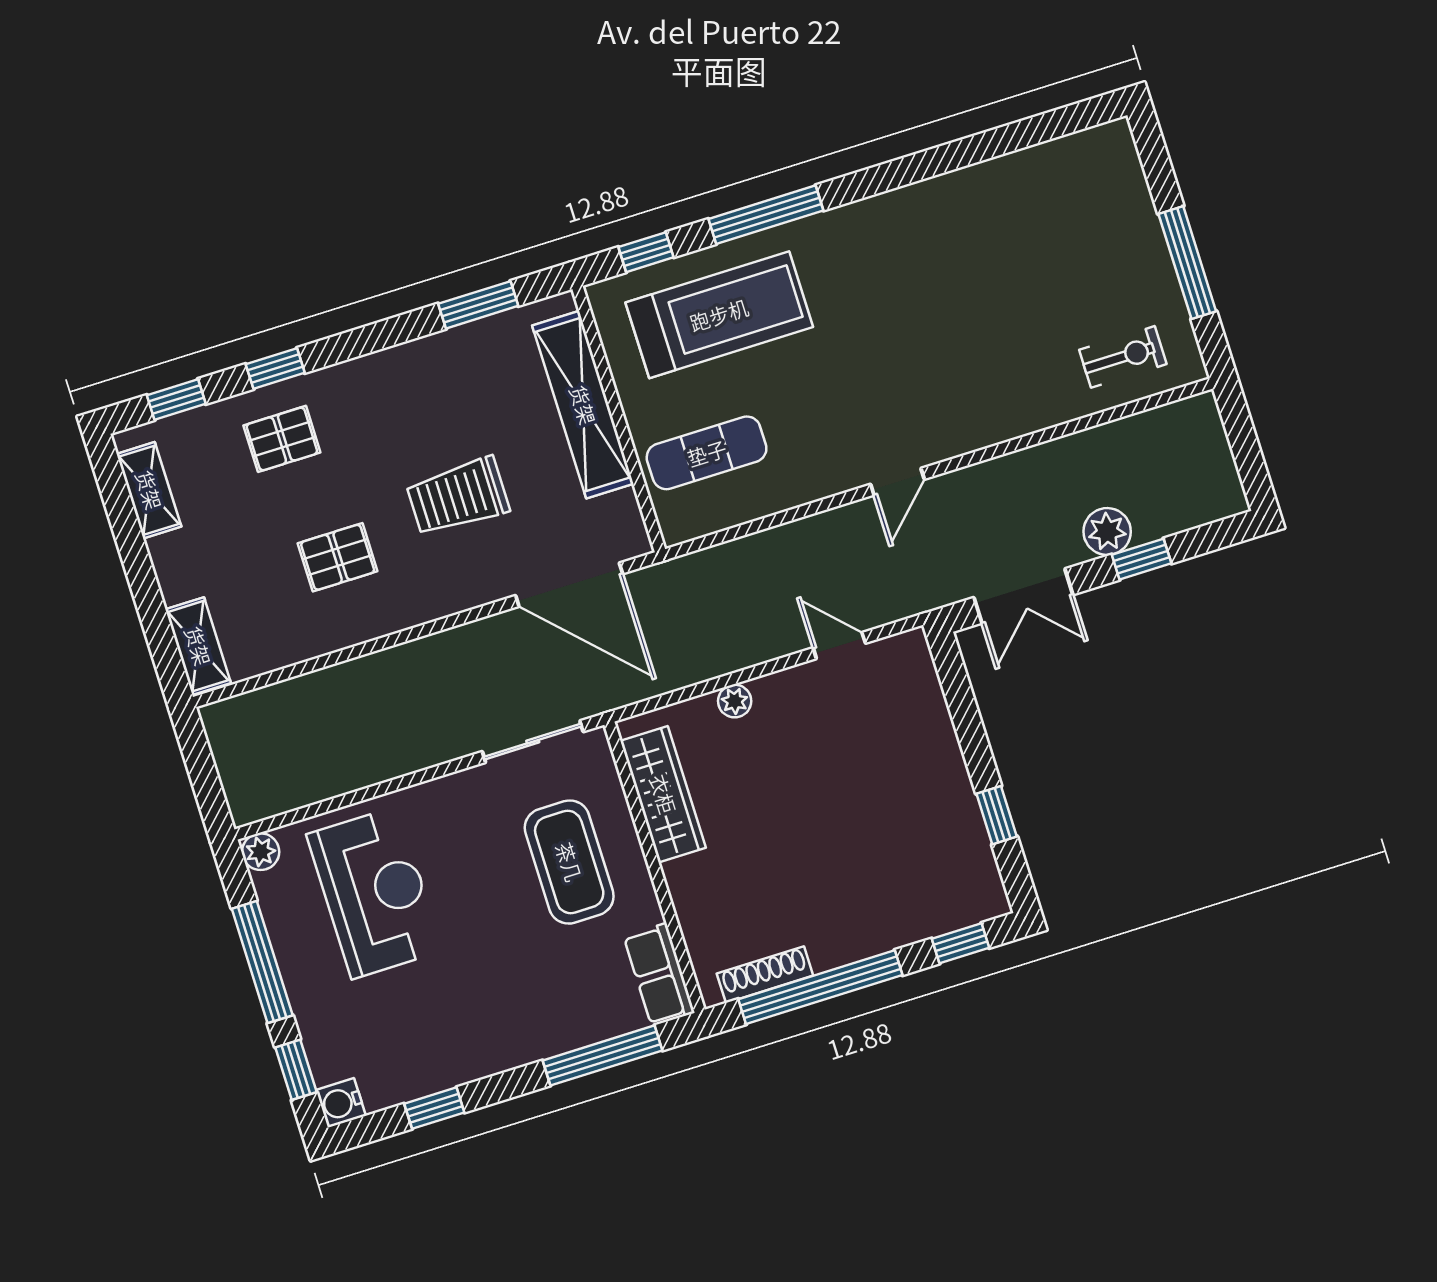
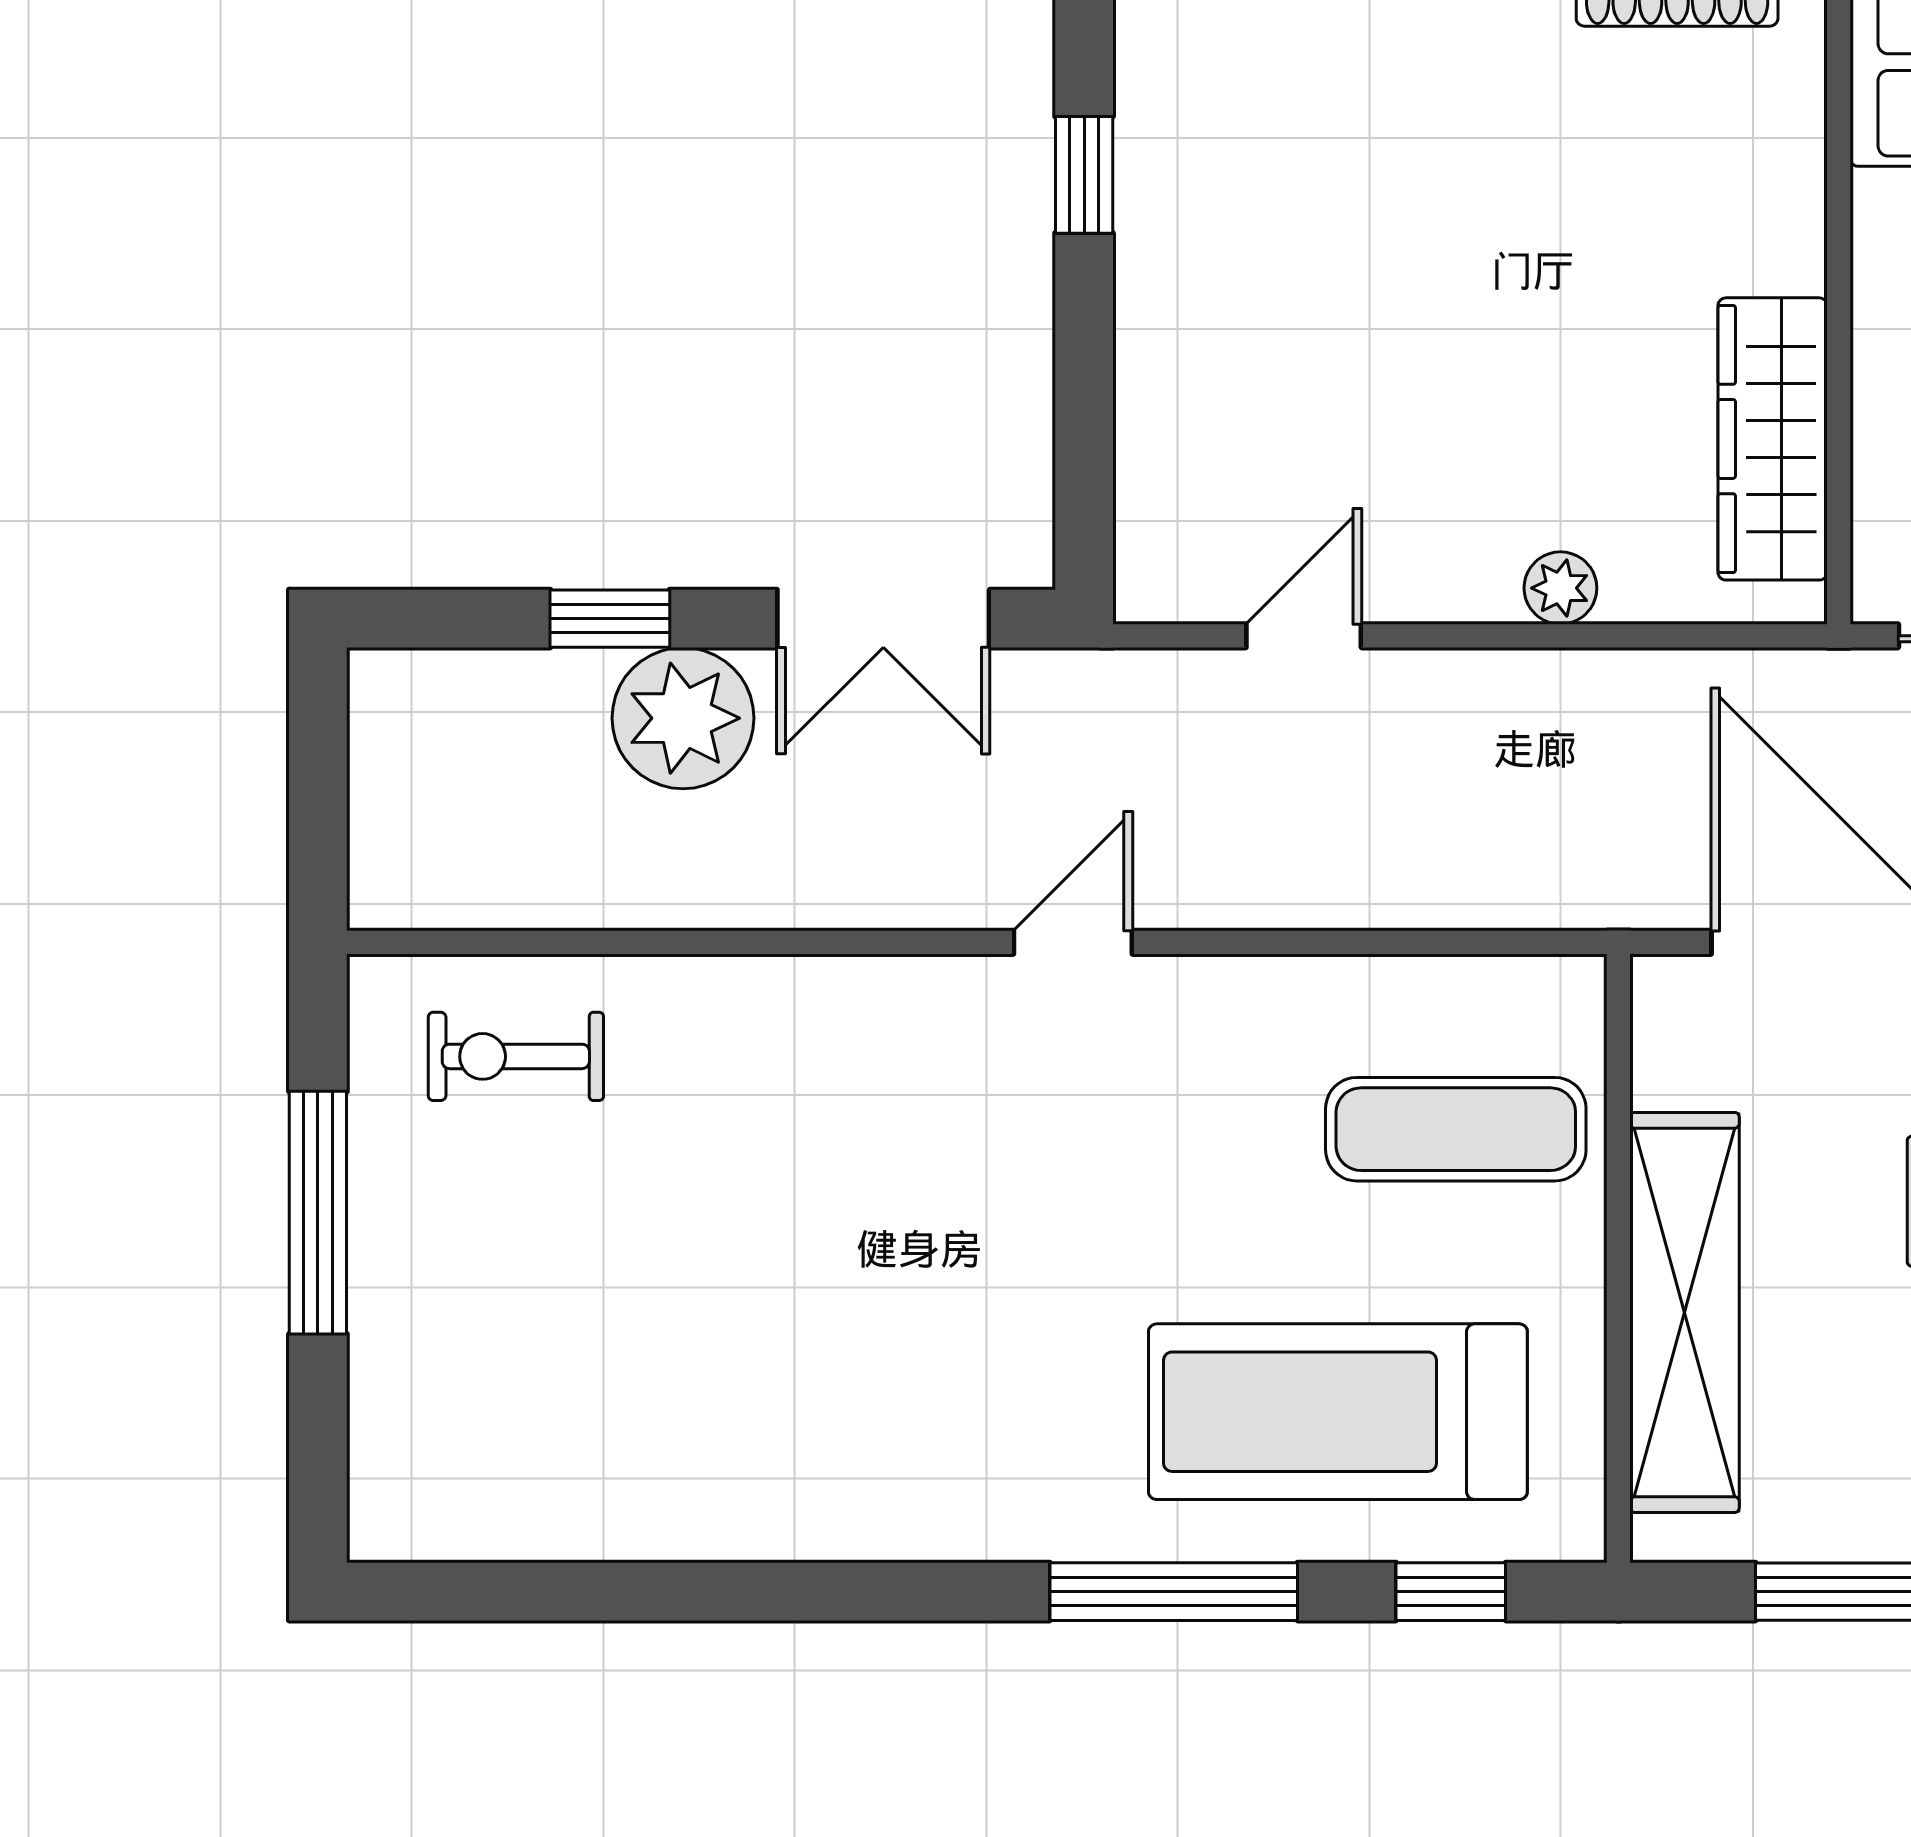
plant: (1107, 531) -> (683, 718), width x1.36, depth x1.36
double door: (1023, 596) -> (883, 619), swing flipped
door: (839, 646) -> (1304, 636), swing flipped

